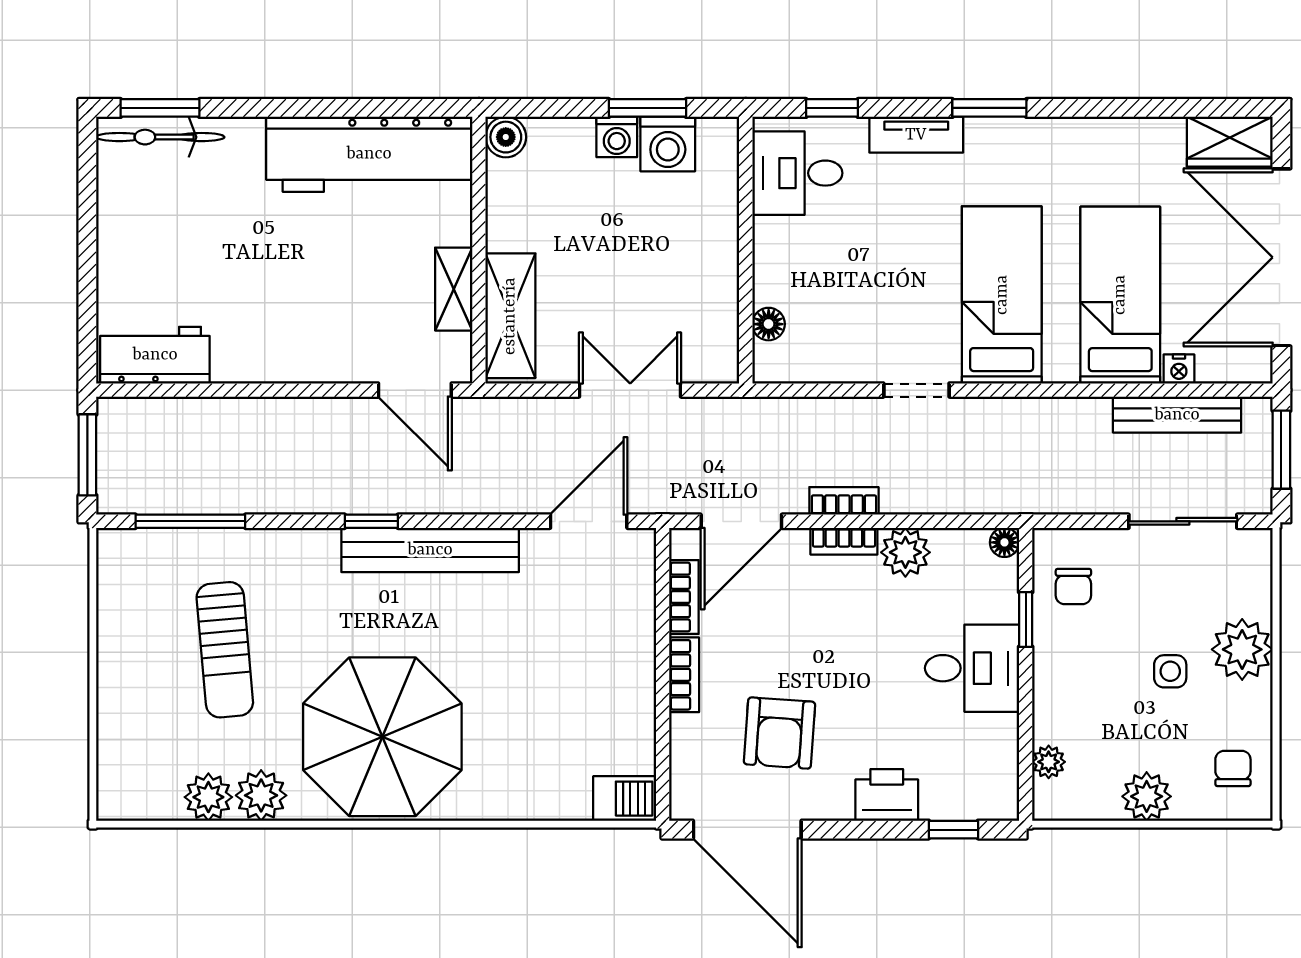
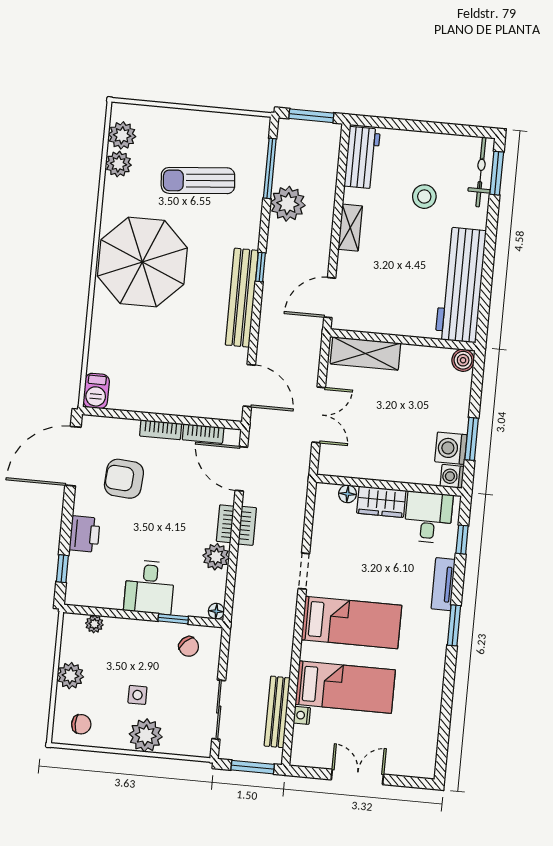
washing machine: (617, 137) -> (452, 476), moved
wardrobe: (1230, 142) -> (381, 502), moved, turned -90
stool: (215, 236) -> (424, 197), added
double door: (1281, 257) -> (357, 777), width x0.54
shelving: (454, 289) -> (350, 228), moved, turned 90
plant: (251, 483) -> (288, 204), added
chair: (1073, 586) -> (189, 647), turned -134
plant: (261, 795) -> (122, 135), moved

